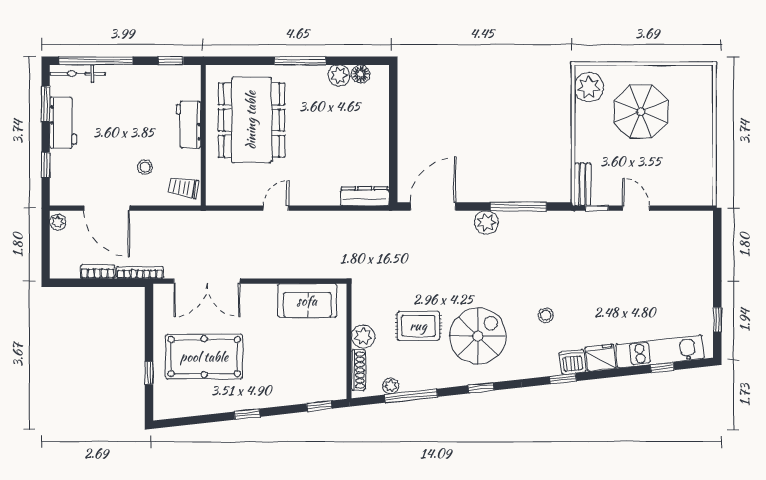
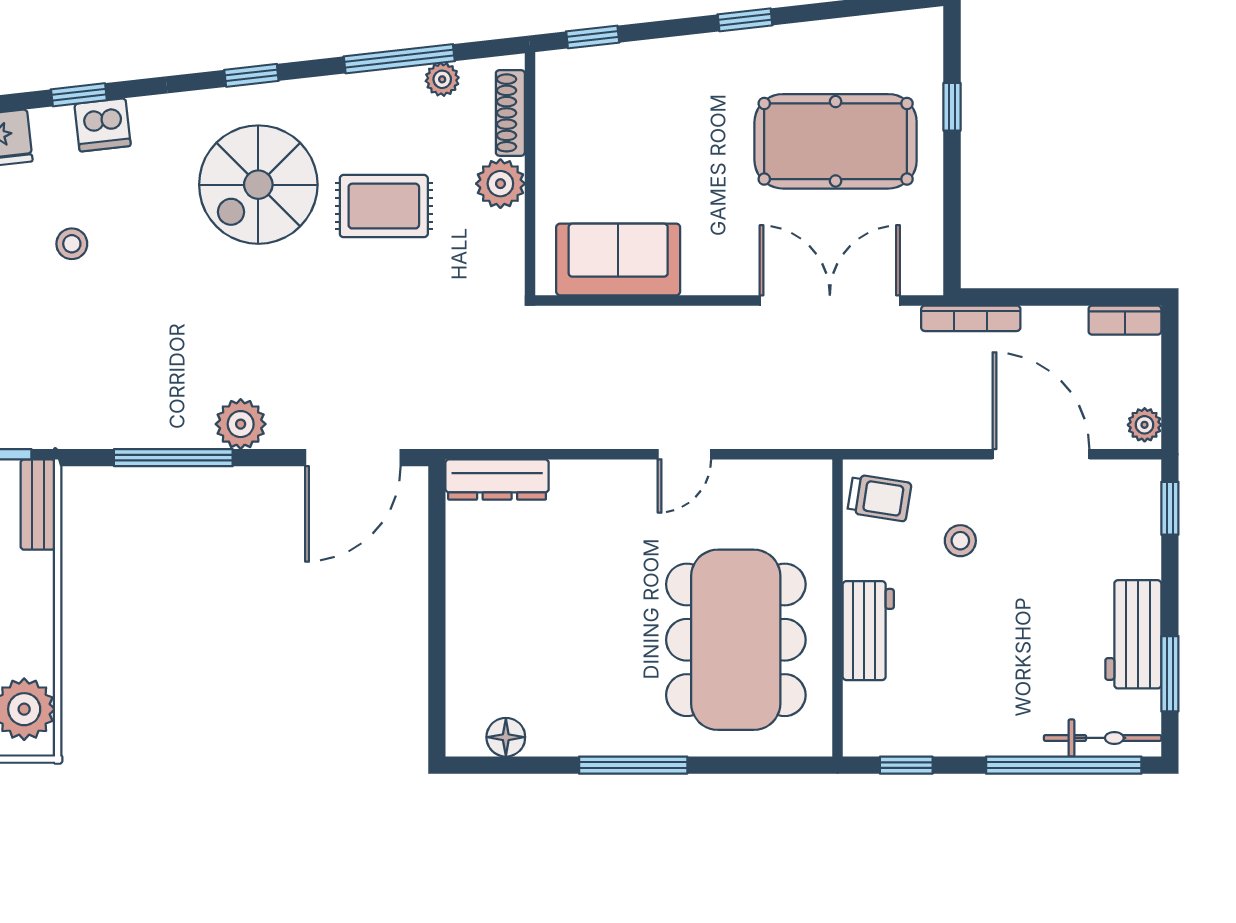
plant: (339, 76) -> (551, 734), removed
window: (46, 165) -> (1170, 508), moved
bookcase: (98, 272) -> (1125, 320), moved
stool: (546, 315) -> (72, 244), moved
dishwasher: (573, 362) -> (103, 125), moved

